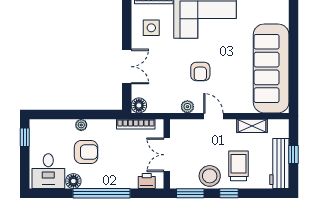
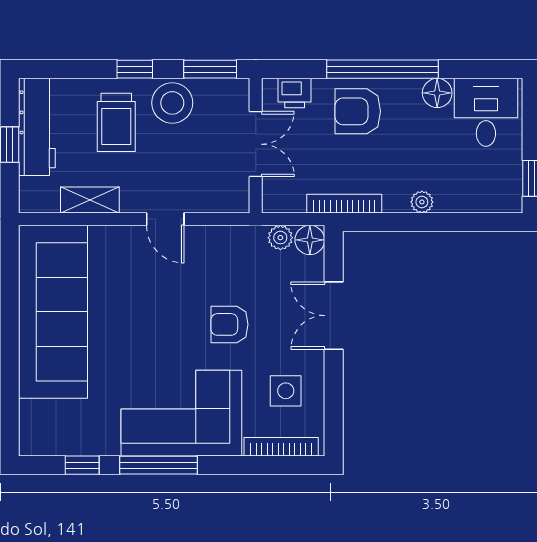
armchair: (200, 72) -> (229, 324), moved, turned -90
plant: (187, 107) -> (280, 238), moved
bookcase: (136, 124) -> (344, 204), moved
armchair: (86, 152) -> (358, 111), moved

